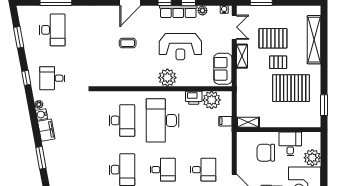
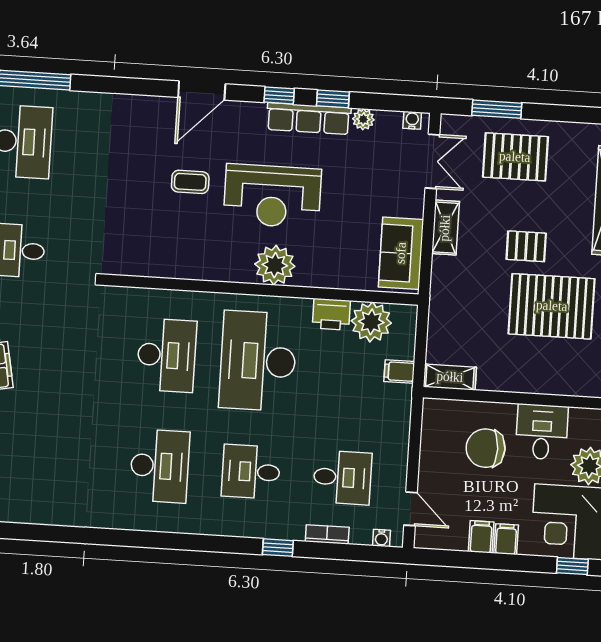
pallet: (273, 38) -> (515, 157), moved
reception desk: (180, 47) -> (272, 196), moved
desk: (163, 170) -> (251, 472), turned 180

